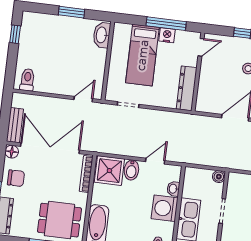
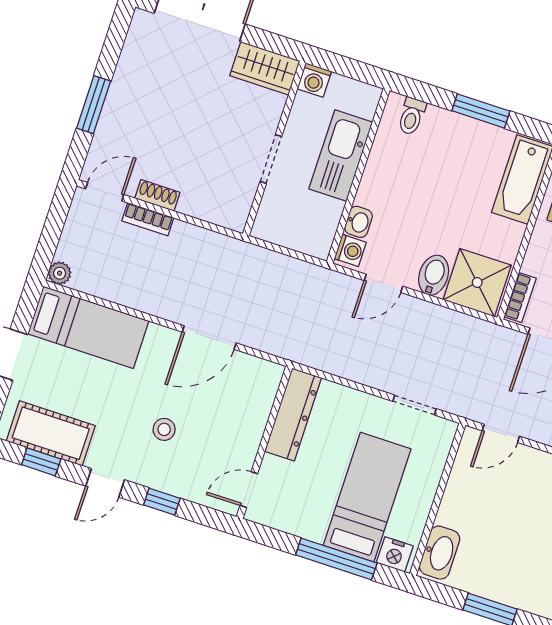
window: (166, 24) -> (336, 559), moved
nightstand: (167, 35) -> (395, 554), moved
bookcase: (86, 174) -> (520, 297), width x0.64
boiler: (219, 177) -> (264, 228), removed
washing machine: (165, 208) -> (350, 250), moved, width x0.53, depth x0.53

